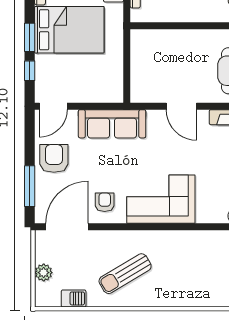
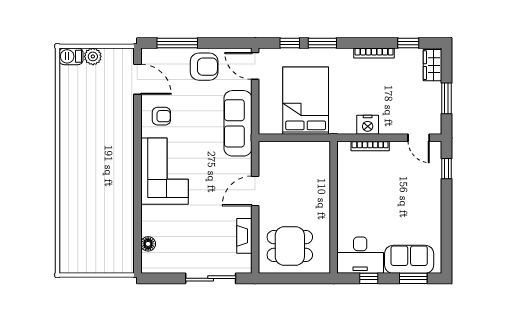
bed: (69, 30) -> (306, 101), moved, turned 180
door: (67, 227) -> (137, 79), width x0.73
sun lounger: (125, 274) -> (92, 136), removed
barbecue: (74, 298) -> (71, 56), moved, turned 90

